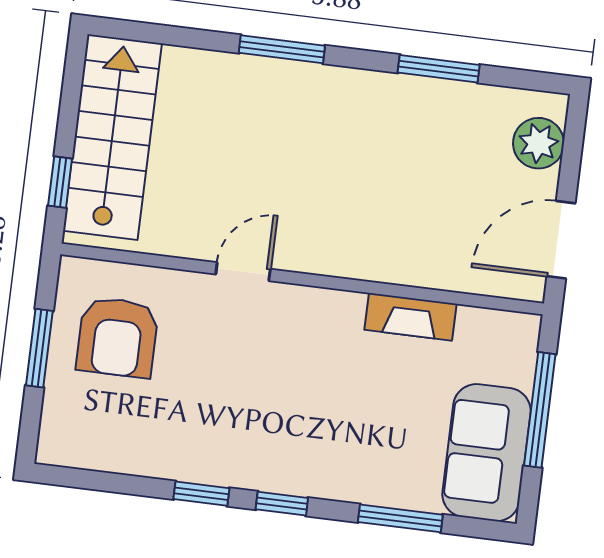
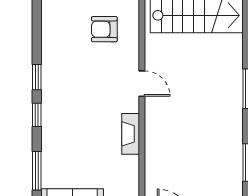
fireplace: (410, 317) -> (131, 134), moved
armchair: (117, 337) -> (104, 29), width x0.72, depth x0.72

